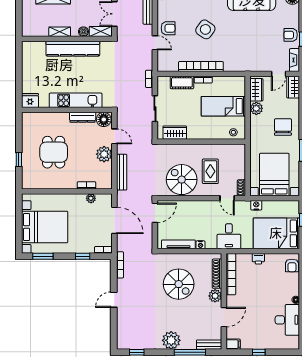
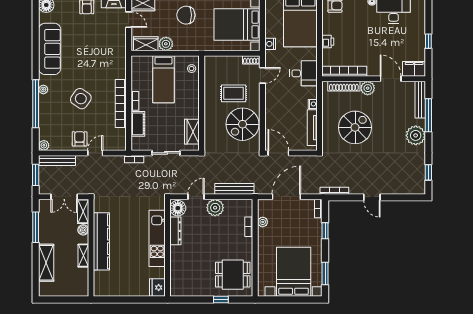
dining table: (54, 152) -> (233, 275), moved
filing cabinet: (233, 344) -> (414, 69), width x2.00
bench: (209, 345) -> (420, 100), width x1.36

